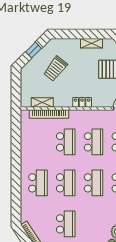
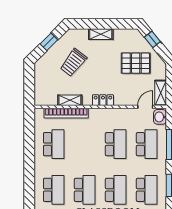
shelving: (91, 43) -> (101, 34), moved
shelving: (42, 102) -> (70, 100), moved
school desk: (66, 142) -> (54, 144), moved

